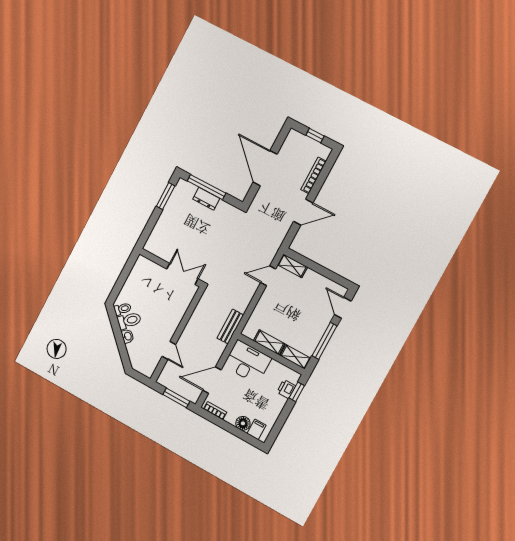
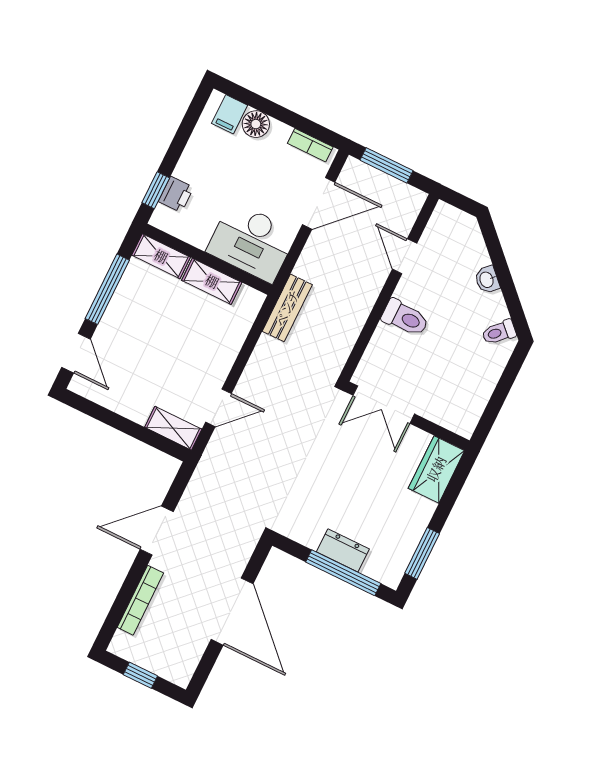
wardrobe: (157, 239) -> (436, 469), added
toilet: (129, 321) -> (405, 318), moved, turned -135

